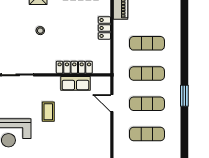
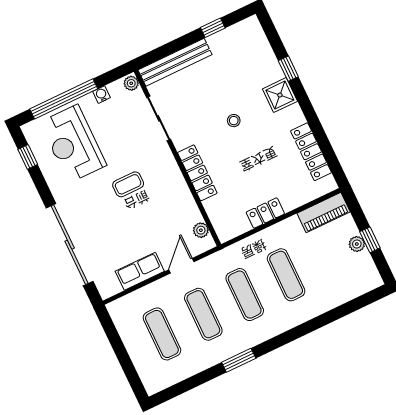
locker: (104, 28) -> (265, 213), moved
locker: (74, 67) -> (197, 173), moved
plant: (96, 81) -> (201, 230), added
row of seats: (75, 83) -> (140, 271), moved, turned 90

